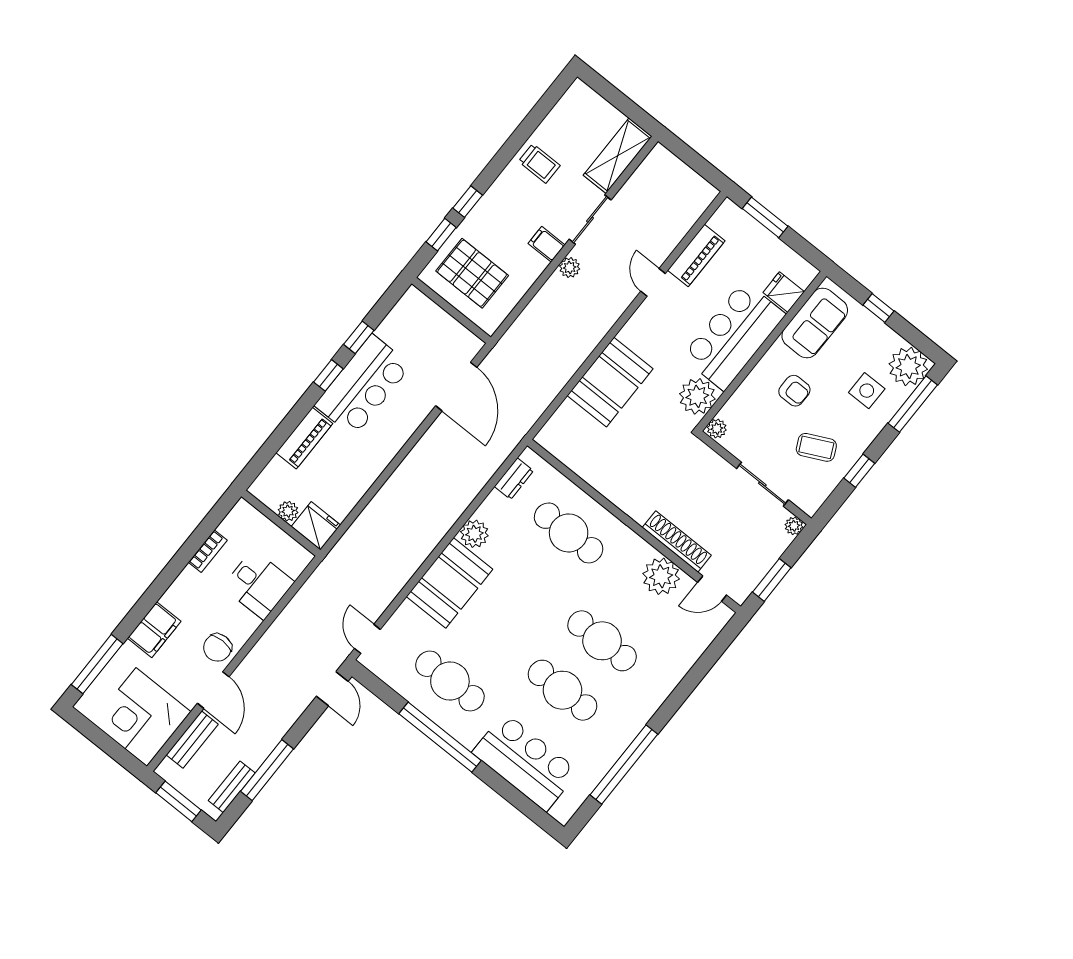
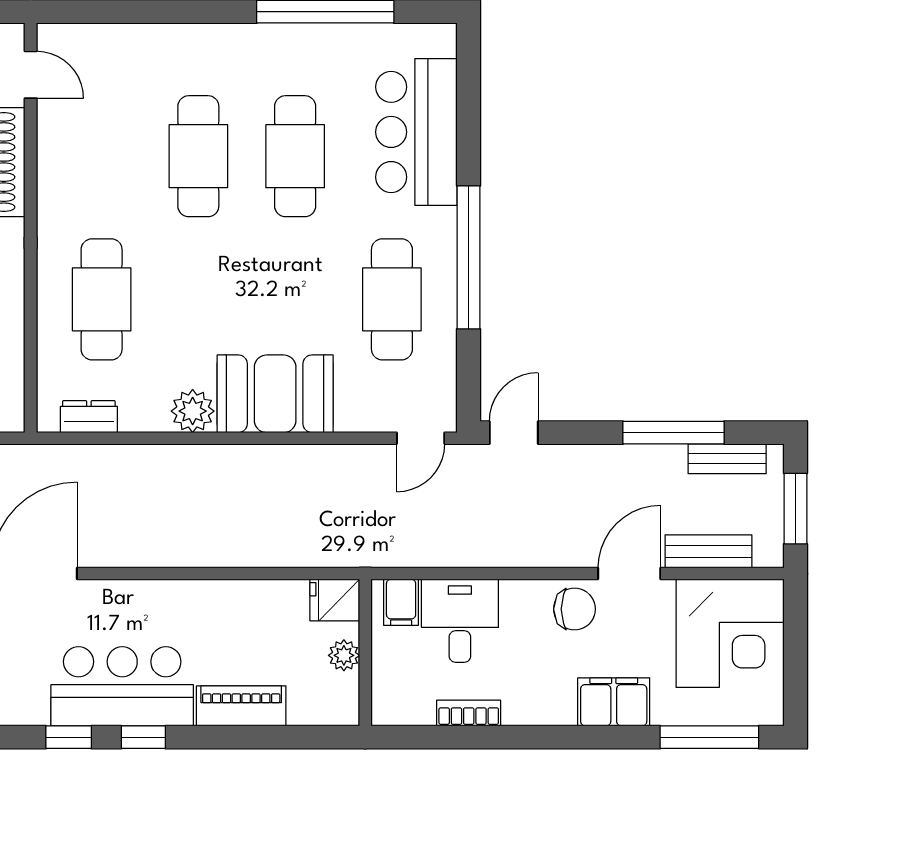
fridge: (316, 526) -> (335, 600), width x0.72
filing cabinet: (292, 562) -> (401, 602), added
plant: (661, 576) -> (65, 147), removed

